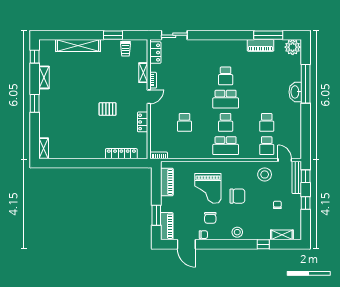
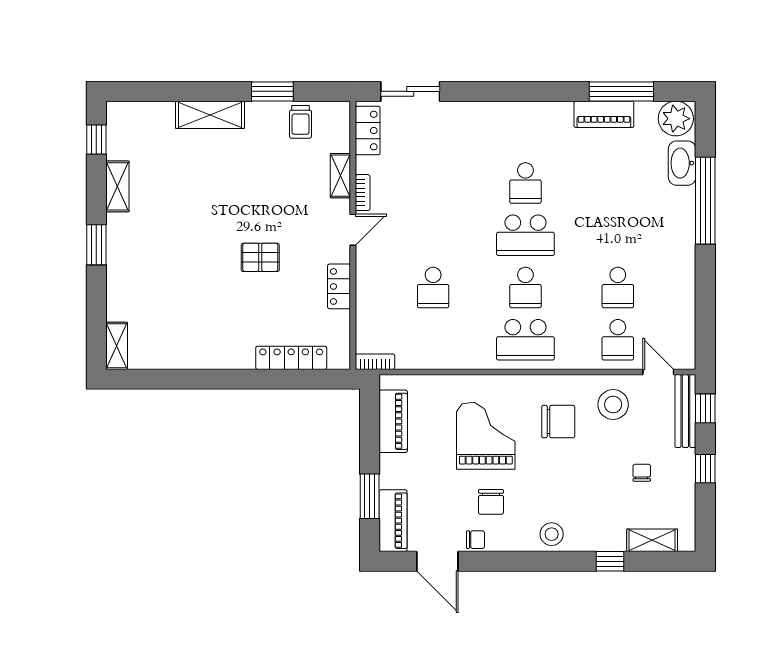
shelving: (78, 46) -> (210, 115), width x0.68
washbasin: (295, 92) -> (682, 163), moved
grand piano: (208, 188) -> (486, 436), turned 180
chair: (237, 196) -> (558, 422), moved

